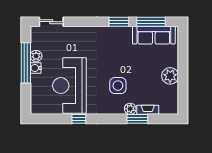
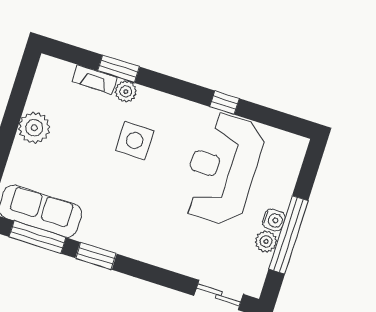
reception desk: (69, 86) -> (222, 169), turned 180

